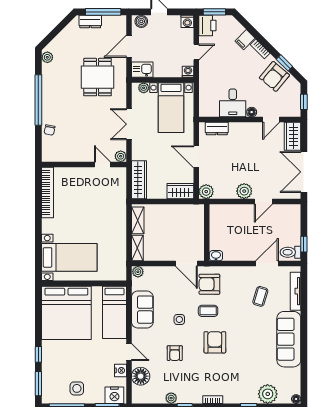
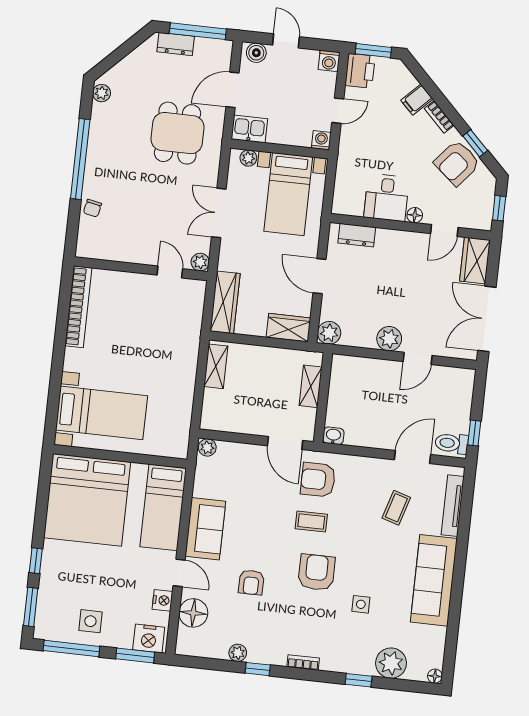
shelving: (137, 248) -> (311, 386), moved
sofa: (142, 310) -> (205, 529), moved
side table: (179, 319) -> (361, 604), moved

